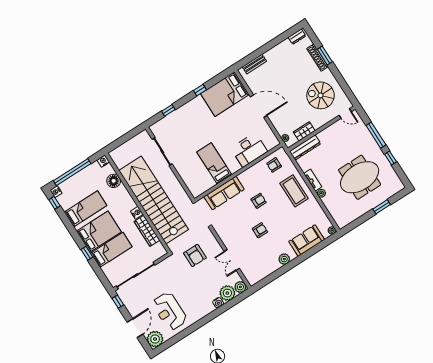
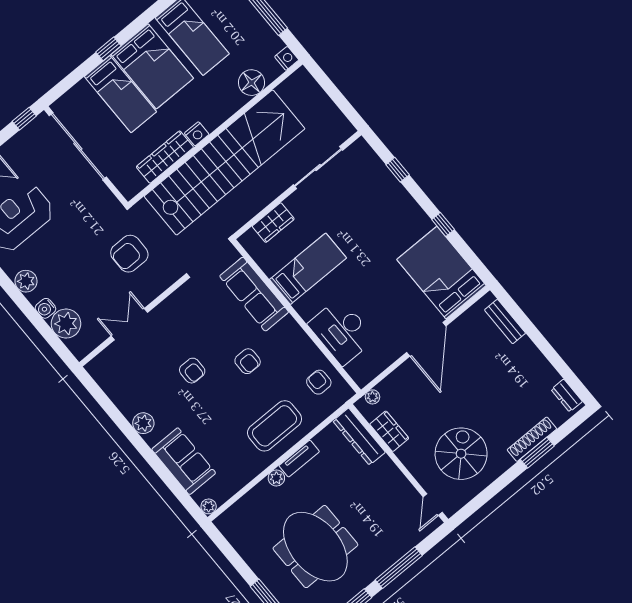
wardrobe: (188, 179) -> (273, 223), added
plant: (240, 287) -> (26, 281), moved

